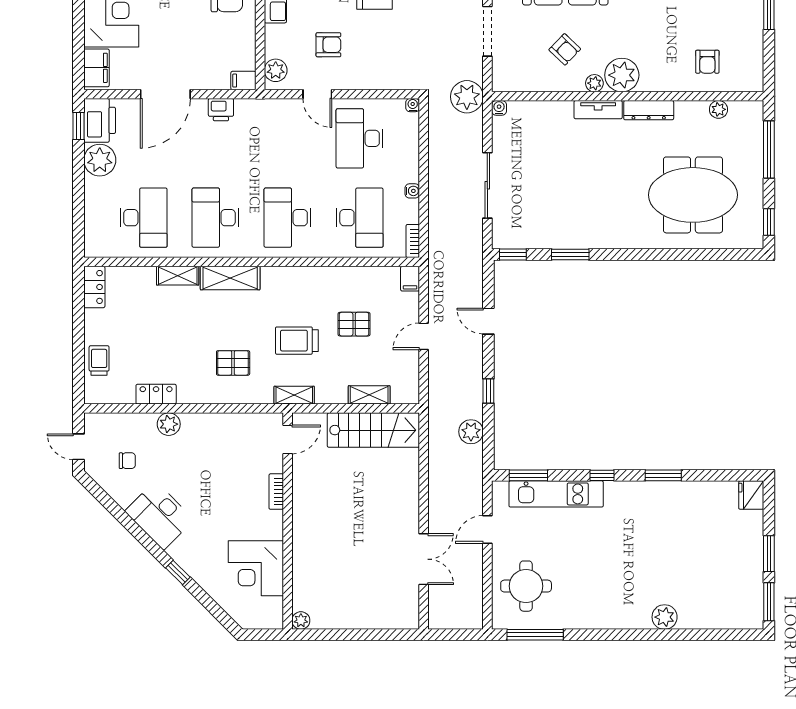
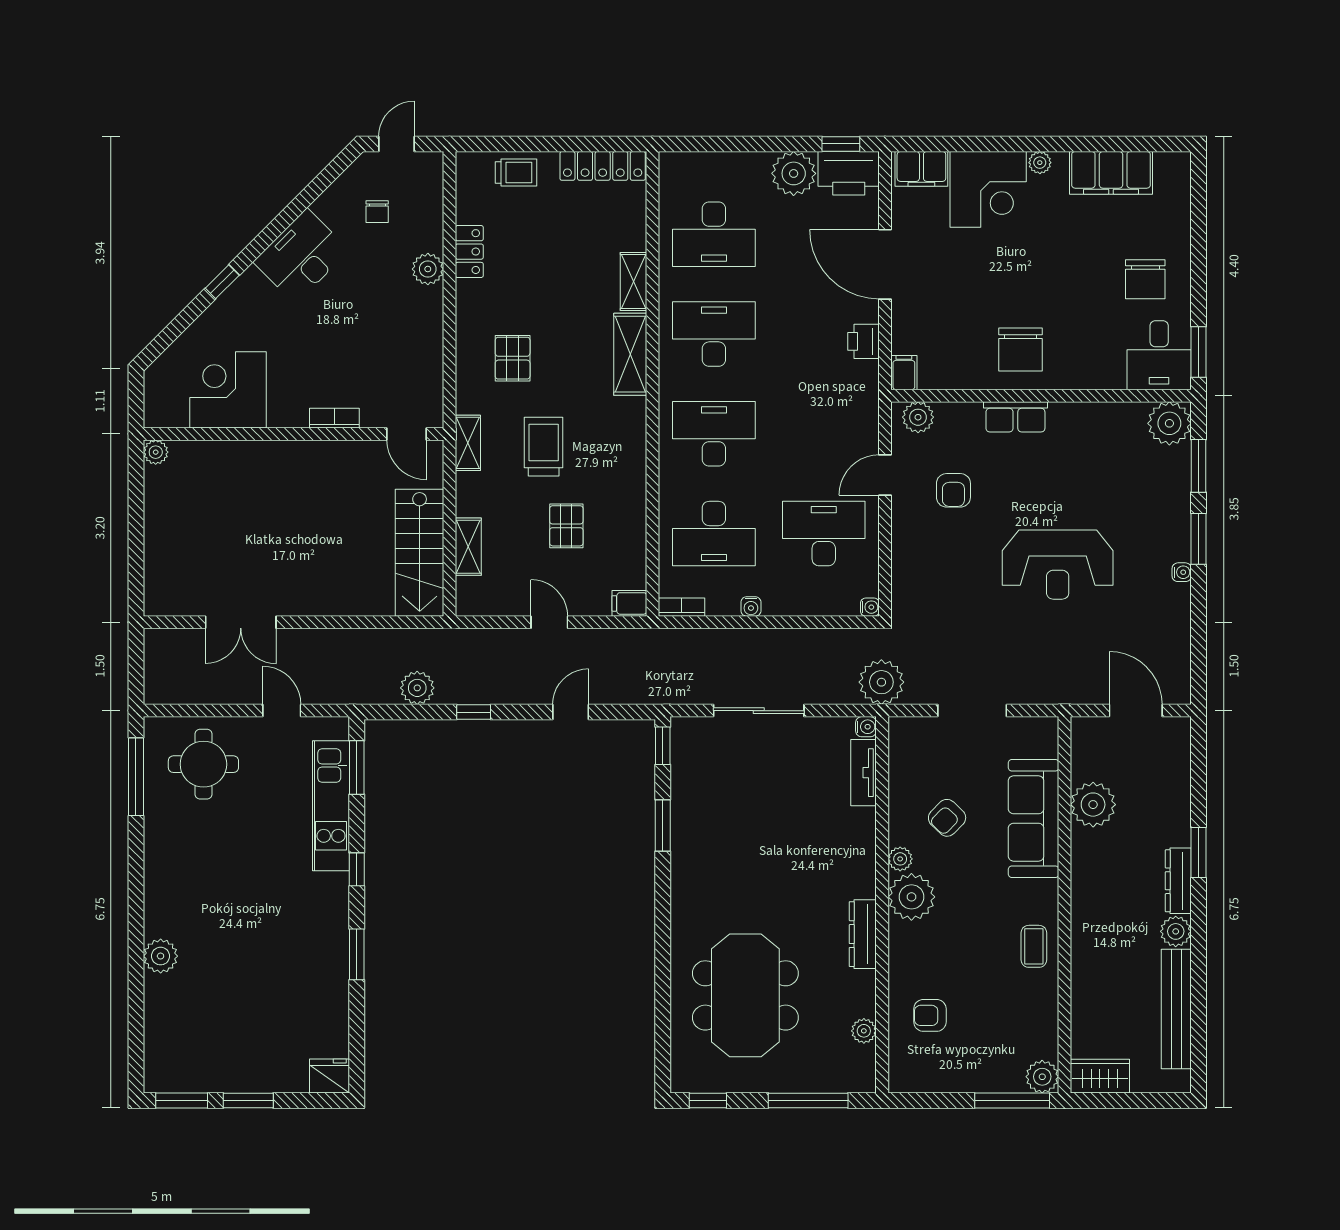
tv unit: (598, 110) -> (864, 773), moved
locker: (94, 287) -> (603, 166), width x1.53

